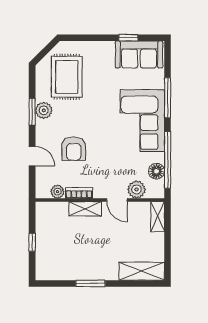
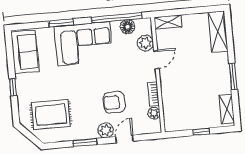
window: (128, 38) -> (13, 87), moved
window: (168, 98) -> (61, 23), width x0.69
plant: (44, 110) -> (106, 130), moved
armchair: (74, 149) -> (114, 102), turned 180
shelving: (85, 209) -> (227, 109), moved

